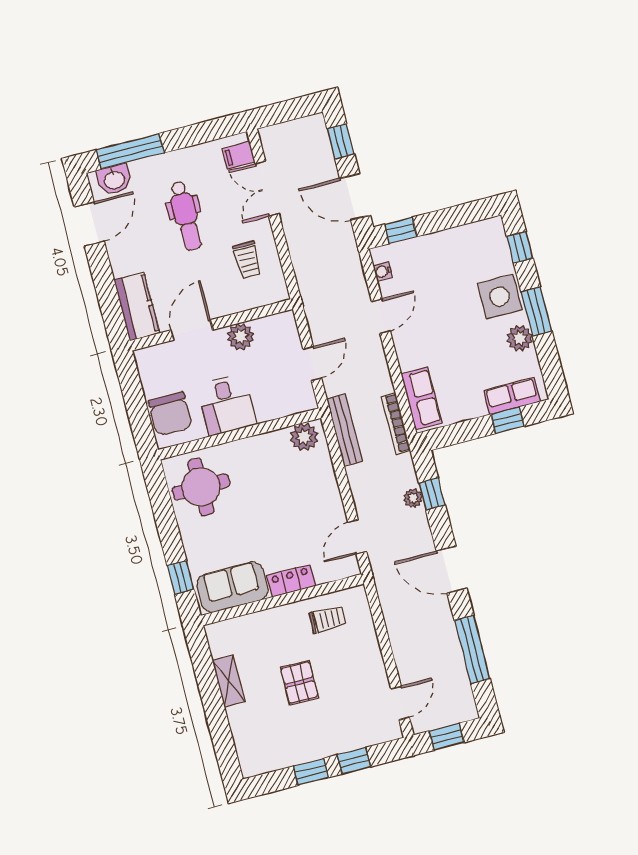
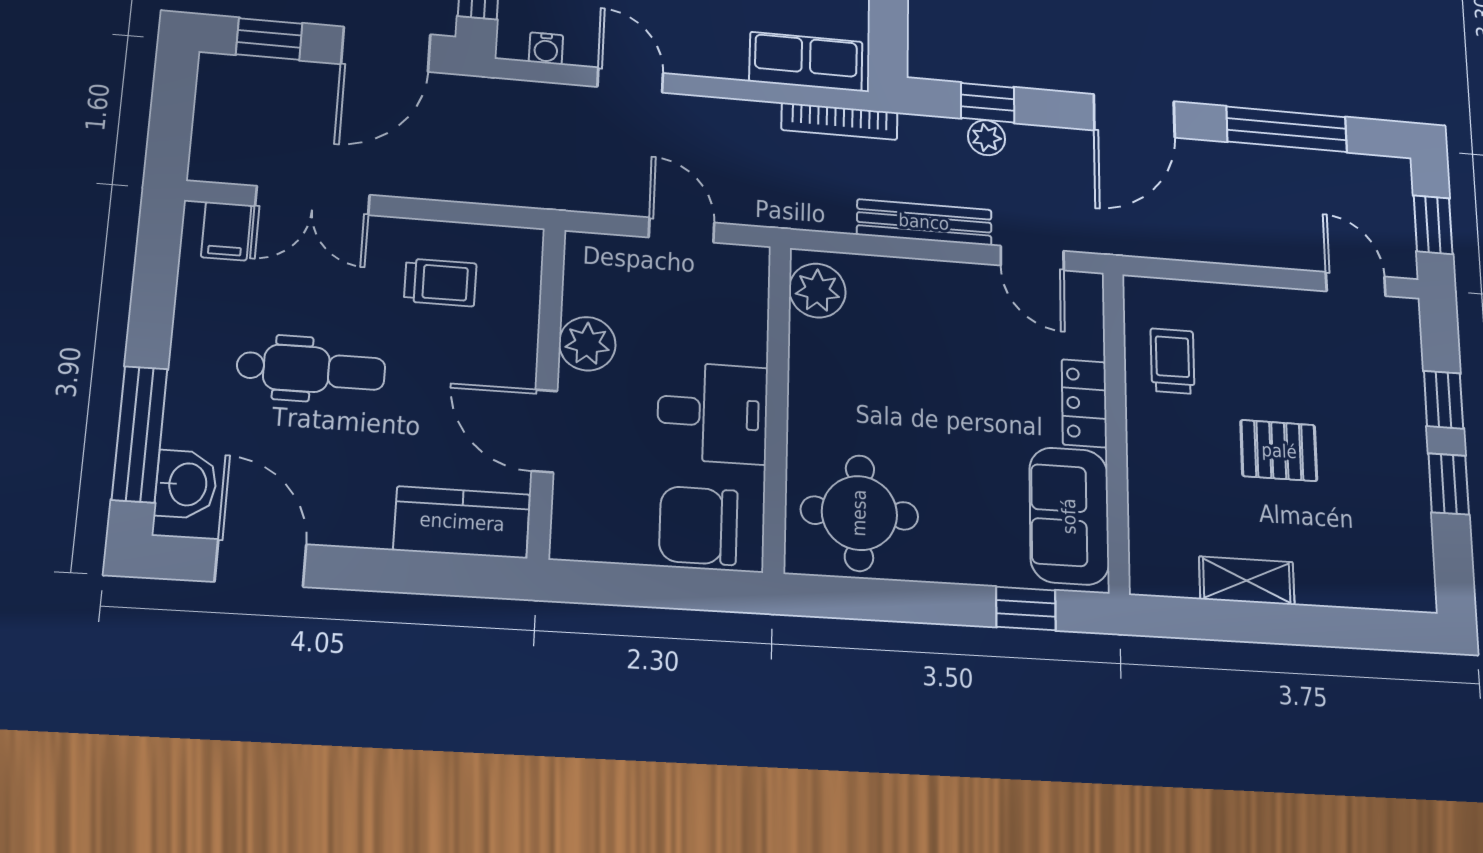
chair: (170, 414) -> (698, 526), turned 180
bench: (345, 430) -> (924, 222), moved

